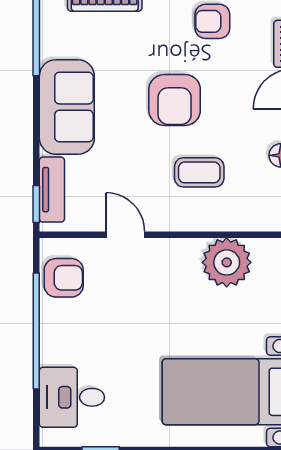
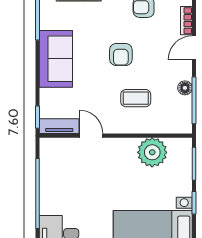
armchair: (175, 100) -> (121, 54), width x0.72, depth x0.72
tv unit: (52, 190) -> (59, 126), moved, turned -90
armchair: (64, 278) -> (54, 162), removed

